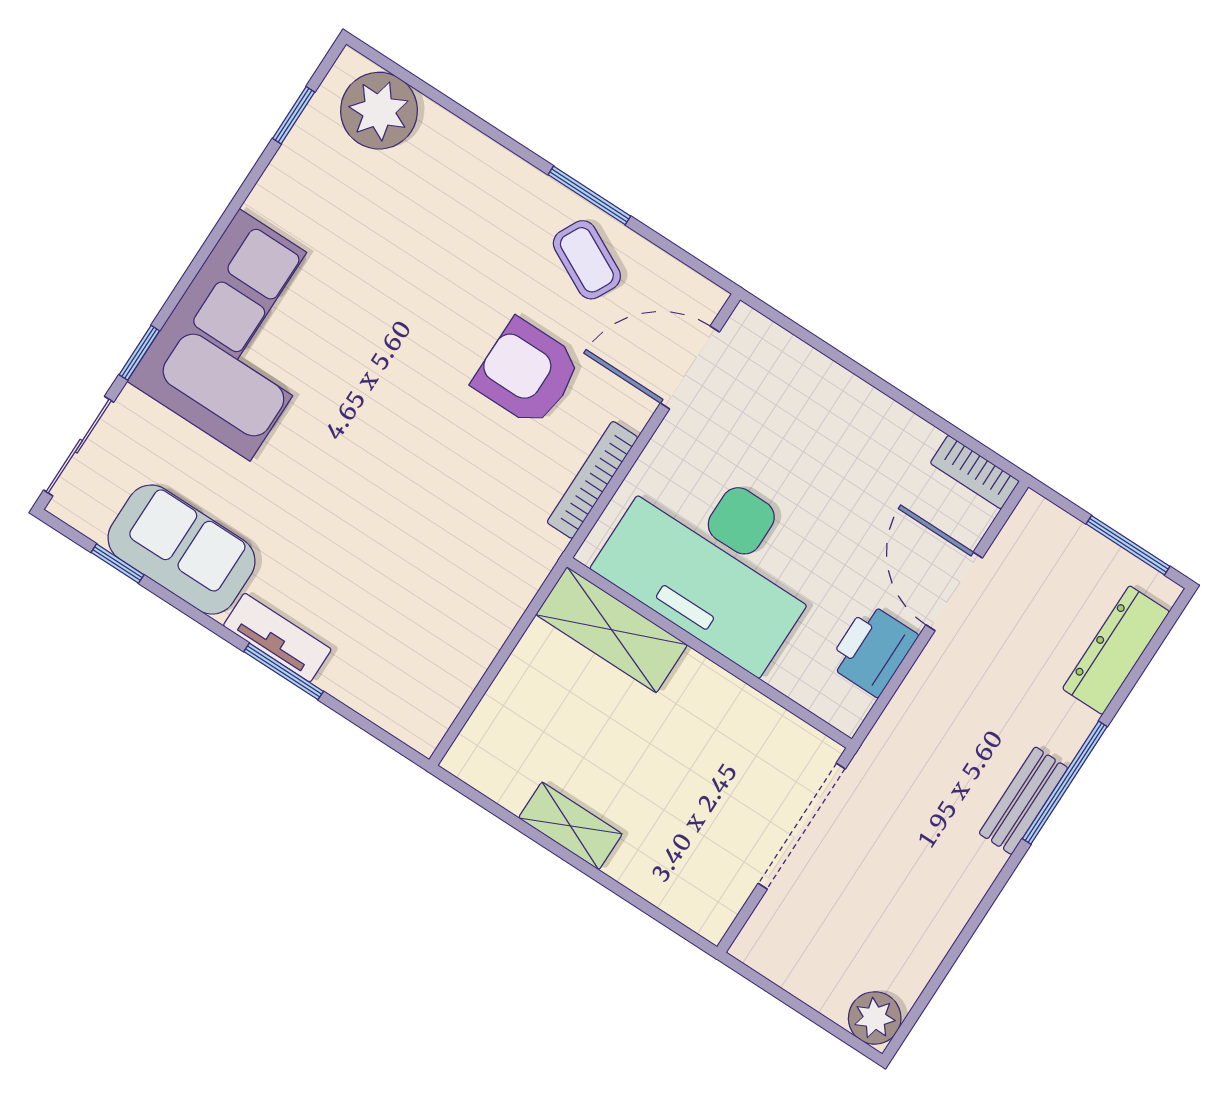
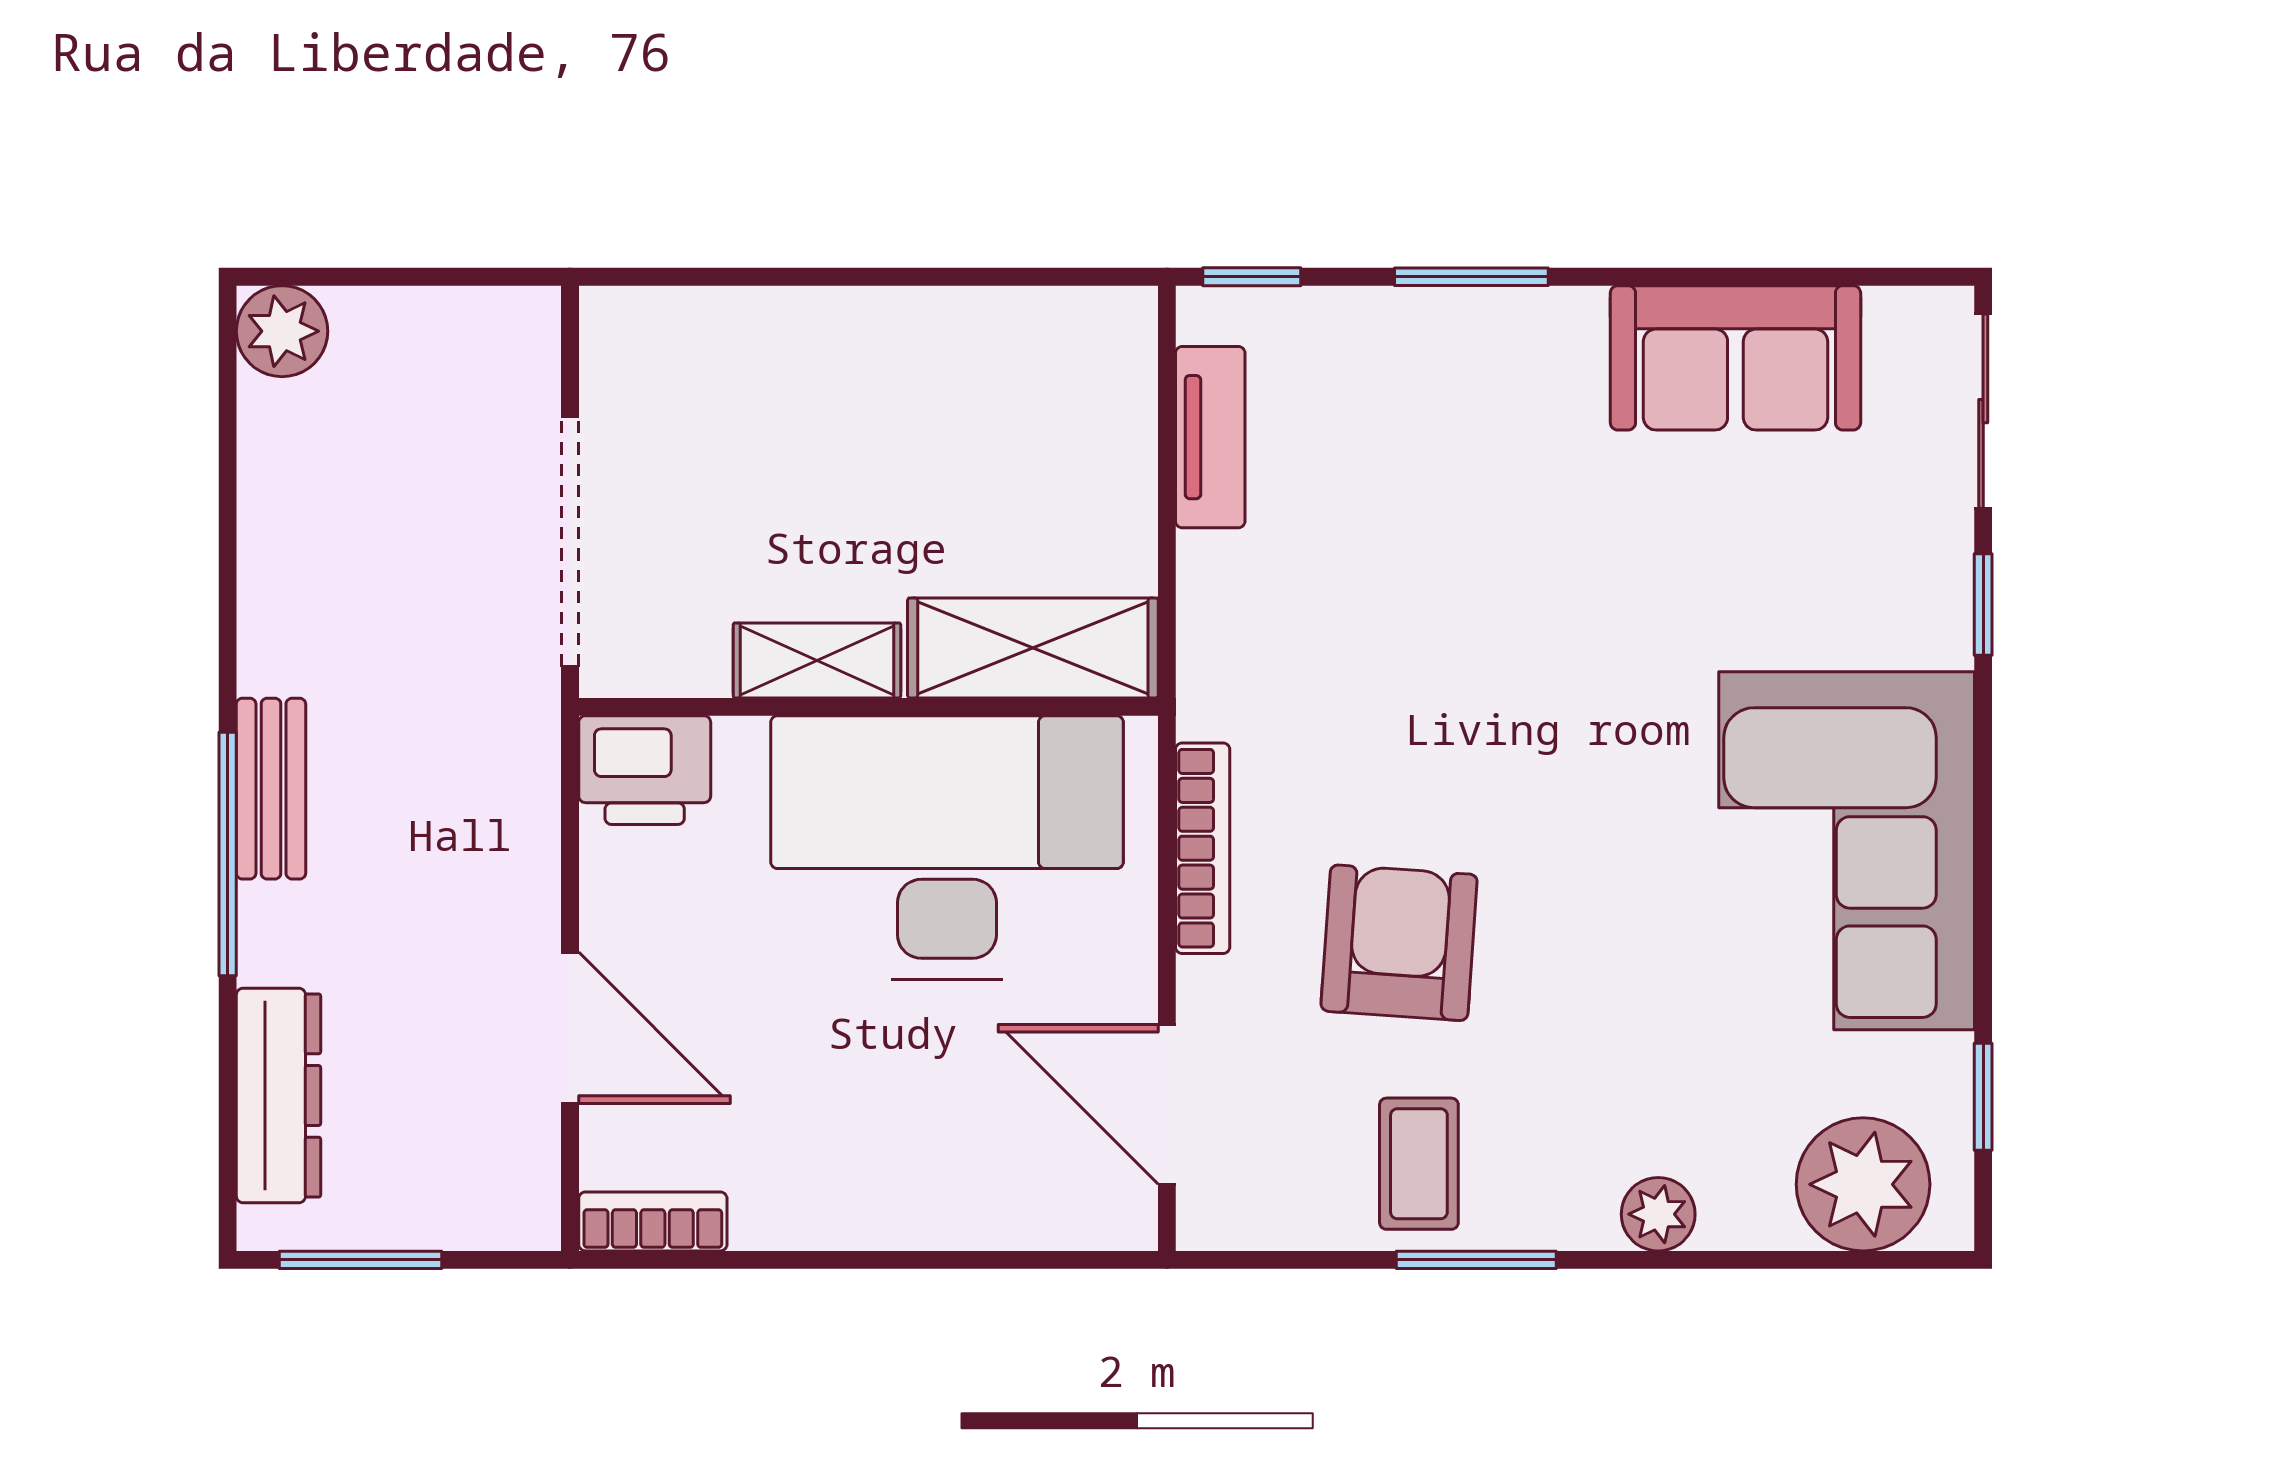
plant: (487, 160) -> (1658, 1214), added
coffee table: (587, 260) -> (1419, 1164), turned 63
corner sofa: (245, 335) -> (1847, 851), moved
door: (690, 368) -> (1167, 1104), swing flipped
armchair: (527, 373) -> (1399, 943), turned -86
window: (118, 564) -> (1252, 277), moved
tv unit: (277, 638) -> (1210, 437), moved, turned -90
printer: (873, 650) -> (645, 770), moved, turned 90
shelving: (570, 826) -> (817, 660), moved

